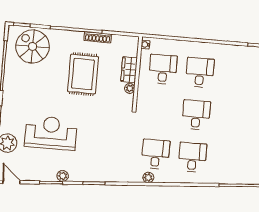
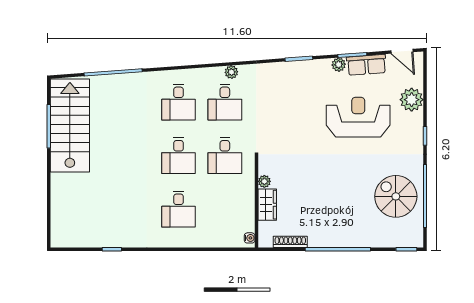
shoe rack: (98, 37) -> (290, 242), moved
spiral stairs: (33, 46) -> (396, 196), moved, turned 180
desk: (163, 69) -> (225, 156), moved
rug: (83, 74) -> (324, 194), removed
reception desk: (51, 133) -> (358, 117), turned 180
row of seats: (41, 174) -> (366, 65), added

